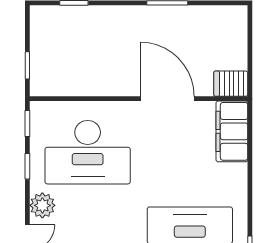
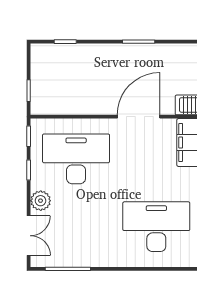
door: (167, 99) -> (139, 117), hinge flipped
desk: (88, 152) -> (76, 159), turned 180

